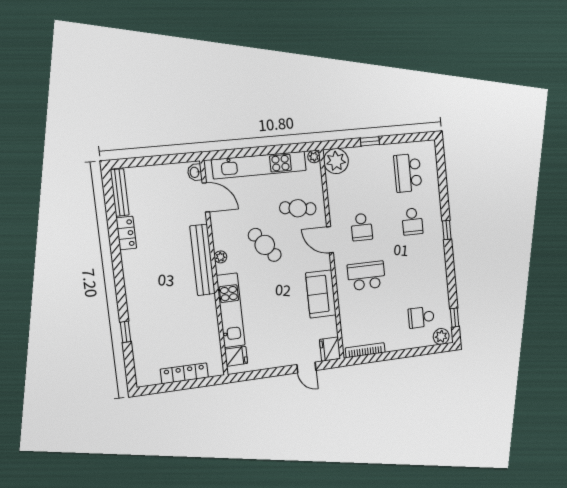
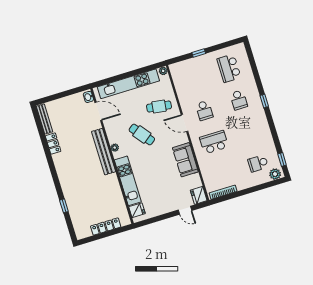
plant: (336, 161) -> (178, 71), removed

